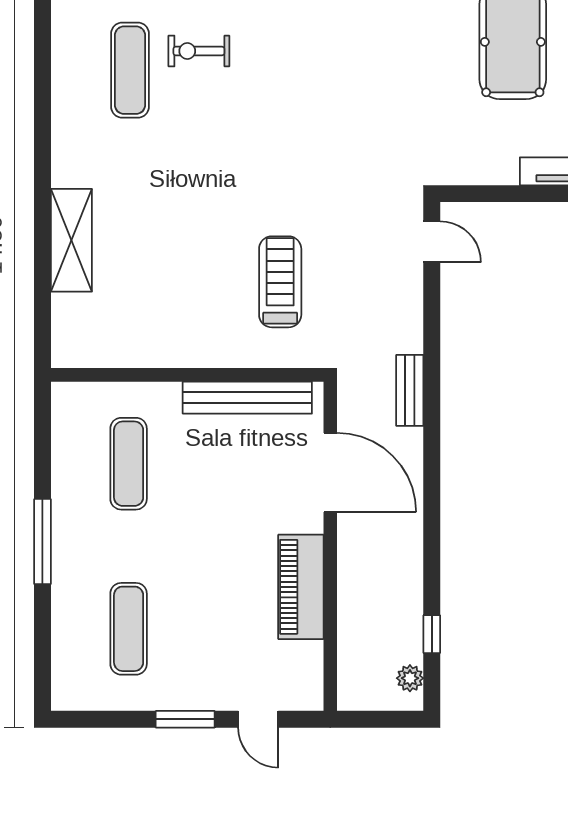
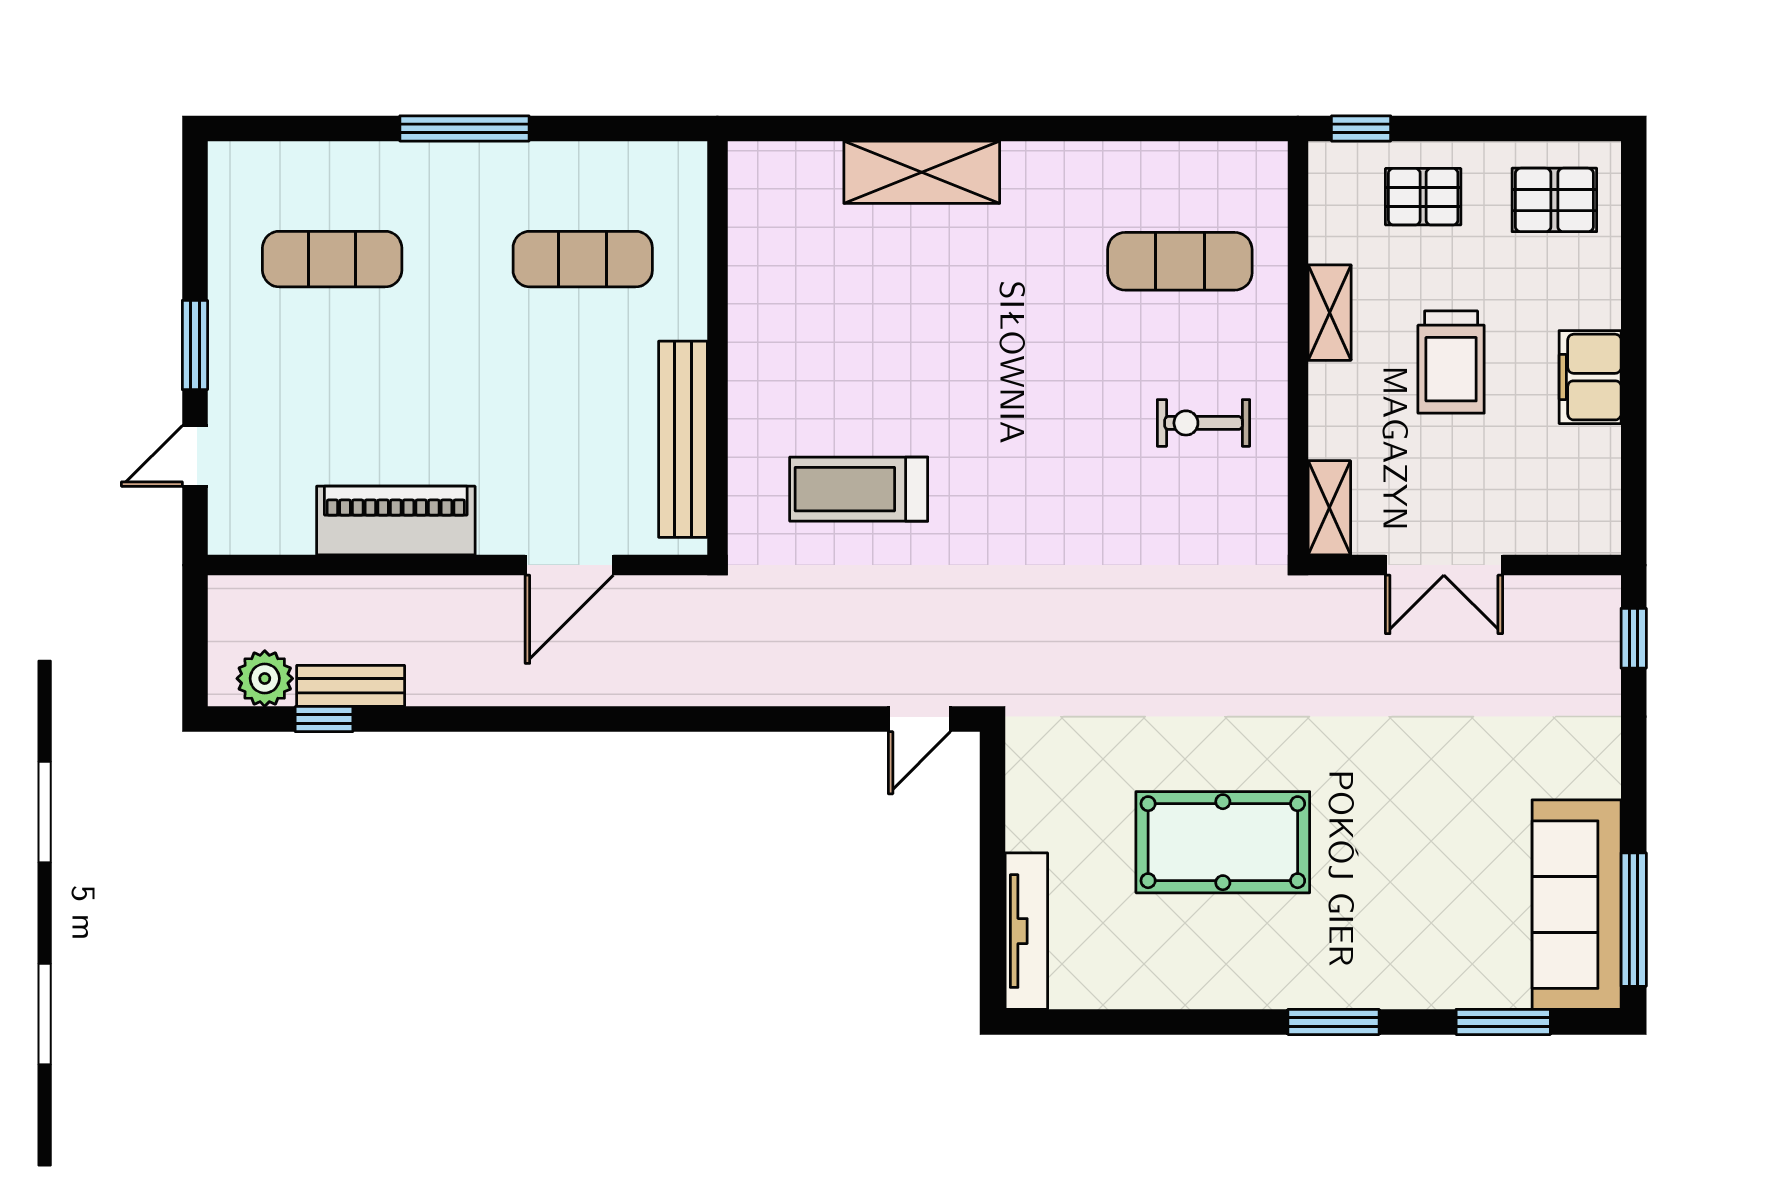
exercise bike: (199, 51) -> (1203, 423), moved, turned -90
treadmill: (280, 282) -> (859, 489), turned 180
bench: (410, 390) -> (351, 686), moved
door: (330, 472) -> (569, 565), width x0.73
plant: (410, 678) -> (265, 678), width x1.38, depth x1.38

